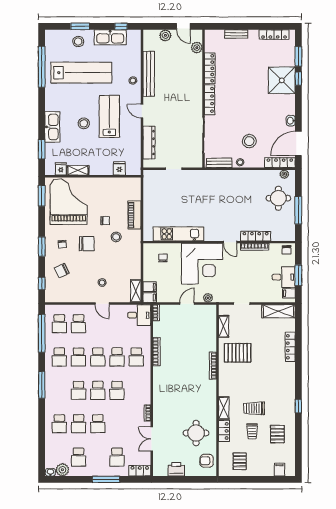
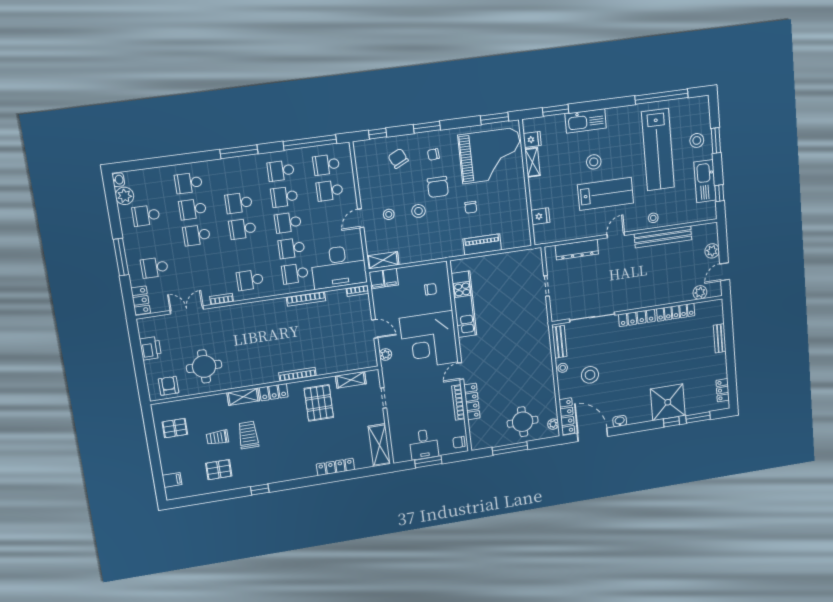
locker: (274, 35) -> (723, 390), width x0.66
stool: (116, 237) -> (418, 211), moved
filing cabinet: (289, 293) -> (404, 454), removed
desk: (139, 315) -> (339, 267), width x1.87, depth x1.30
school desk: (117, 390) -> (250, 280), moved
locker: (224, 431) -> (274, 392), moved

